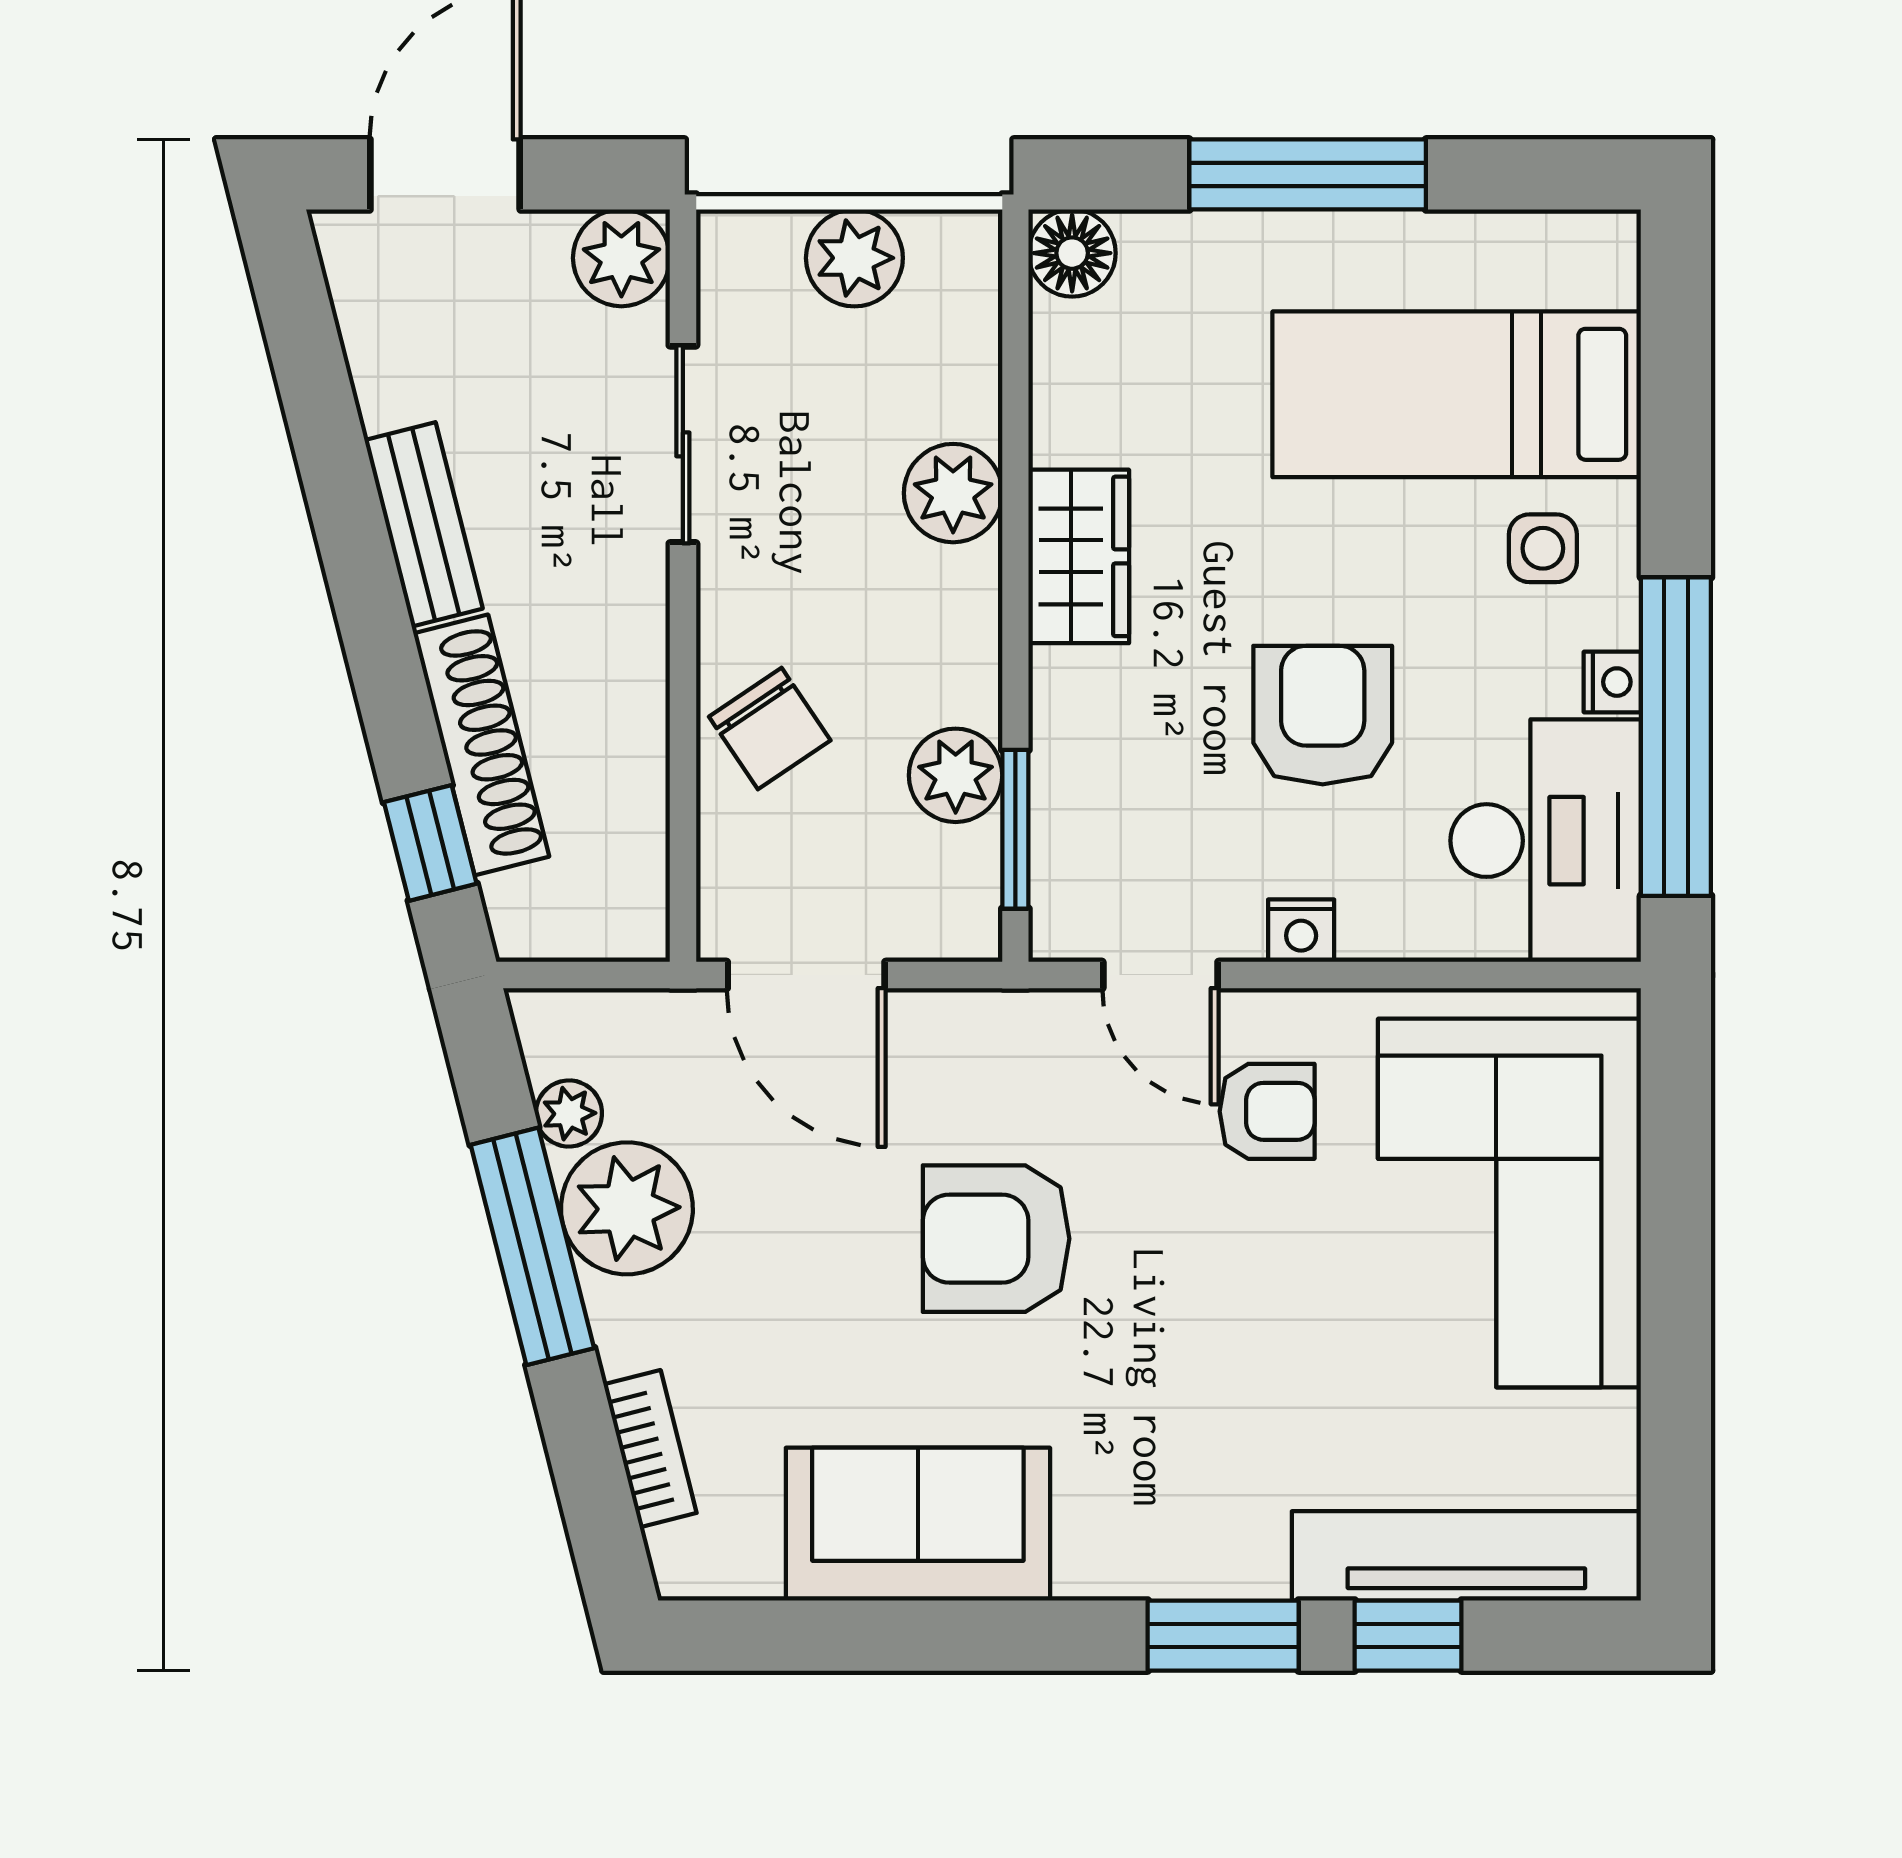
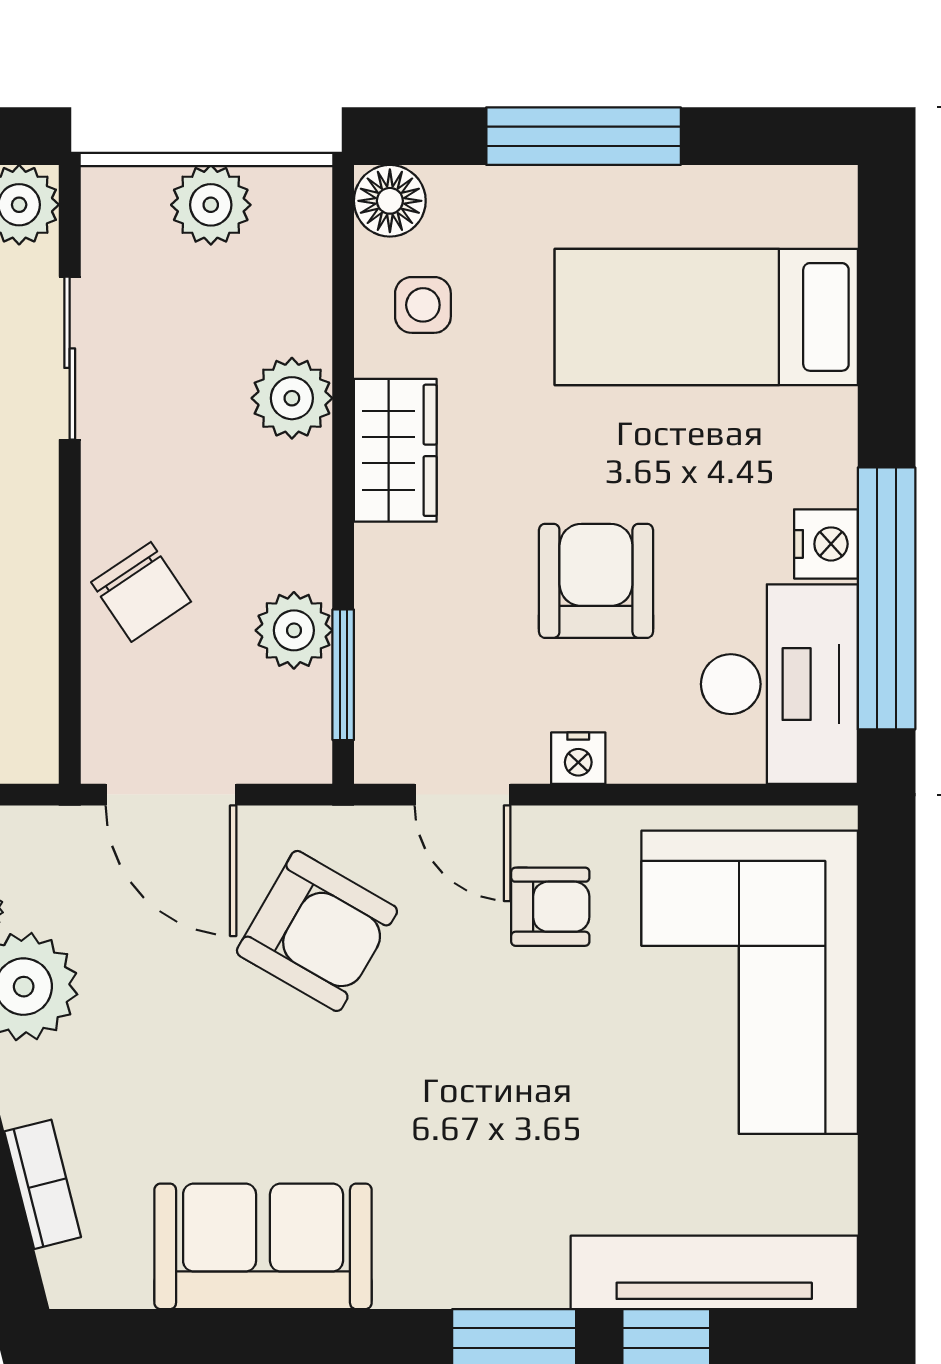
side table: (1543, 548) -> (423, 305), moved
nightstand: (1612, 682) -> (826, 544), width x1.39, depth x1.35
armchair: (996, 1239) -> (317, 931), moved, turned -150

